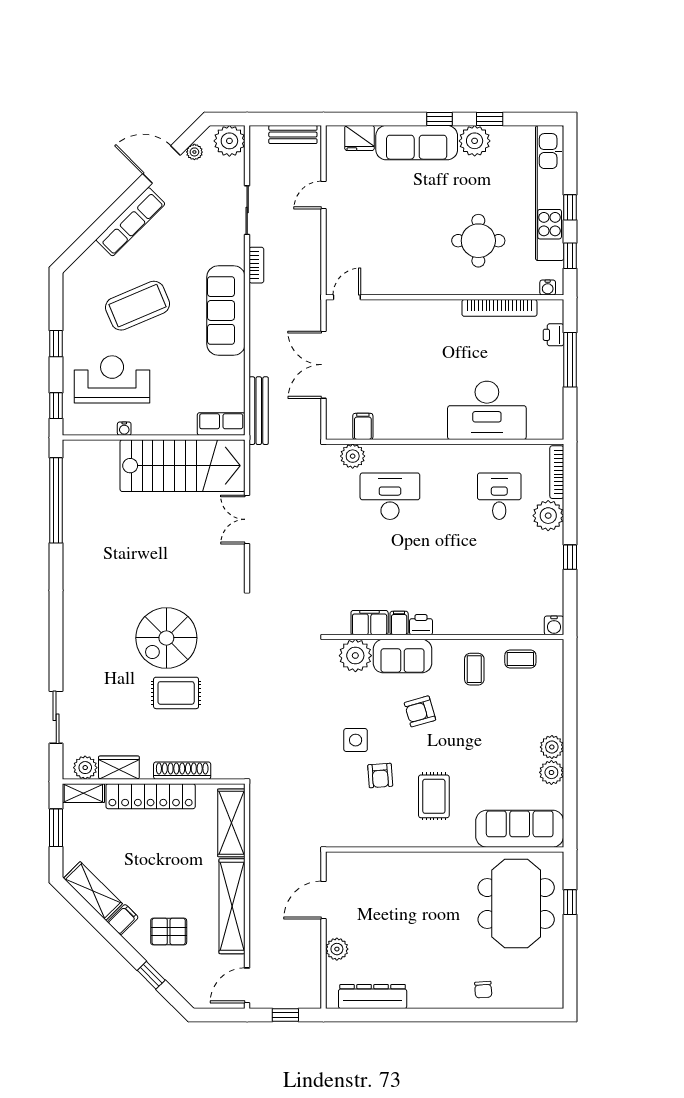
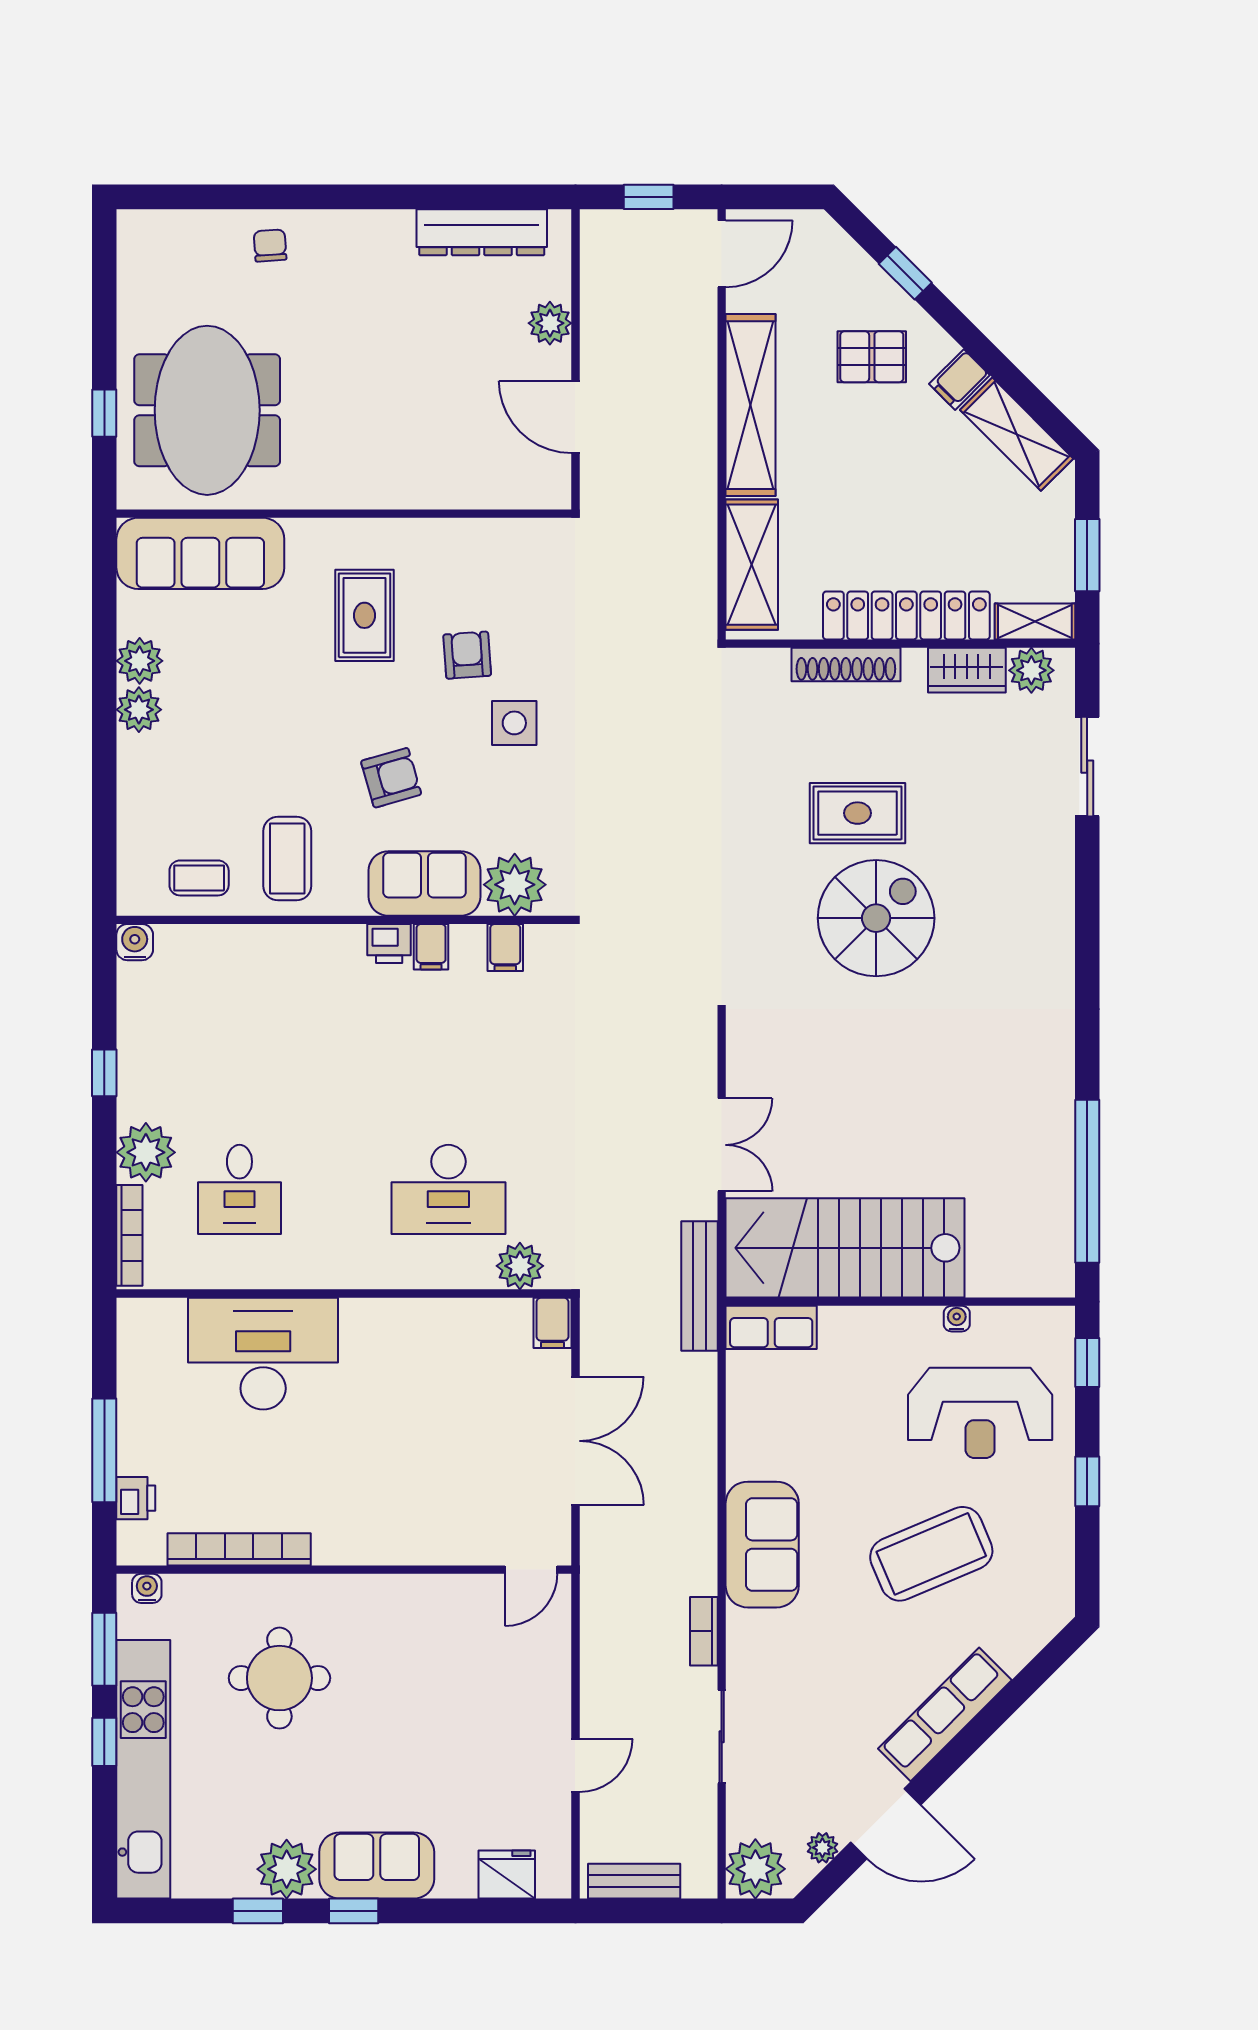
sofa: (417, 143) -> (377, 1866), width x0.73
window: (570, 256) -> (104, 1649), width x1.50
sofa: (226, 310) -> (762, 1545), width x0.73
bench: (259, 411) -> (699, 1286), moved
filing cabinet: (363, 426) -> (552, 1323), moved
filing cabinet: (370, 623) -> (505, 947), width x0.50
coffee table: (474, 669) -> (287, 859), width x1.36, depth x1.30
door: (324, 900) -> (575, 417), swing flipped

